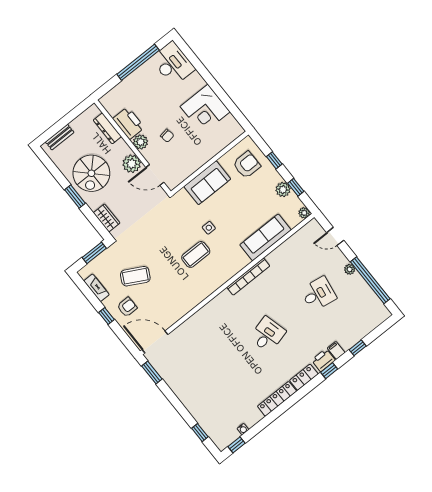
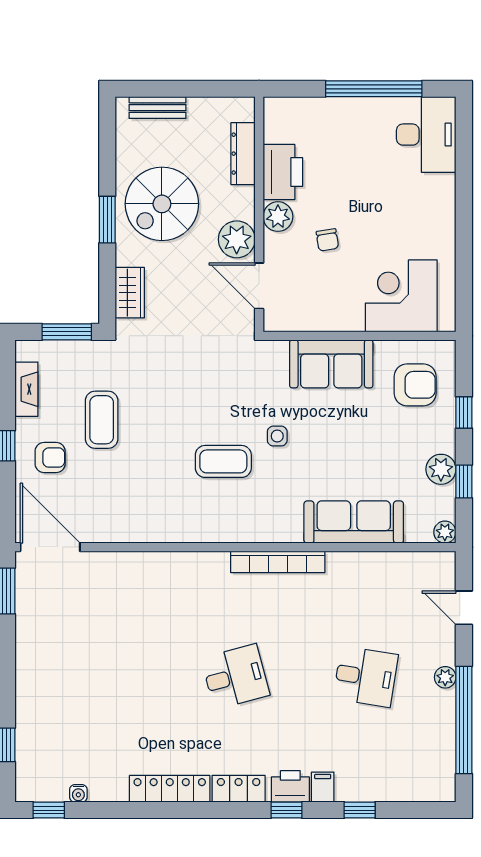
corner desk: (205, 109) -> (401, 296), moved, turned 90
coffee table: (135, 276) -> (102, 420), turned 62

